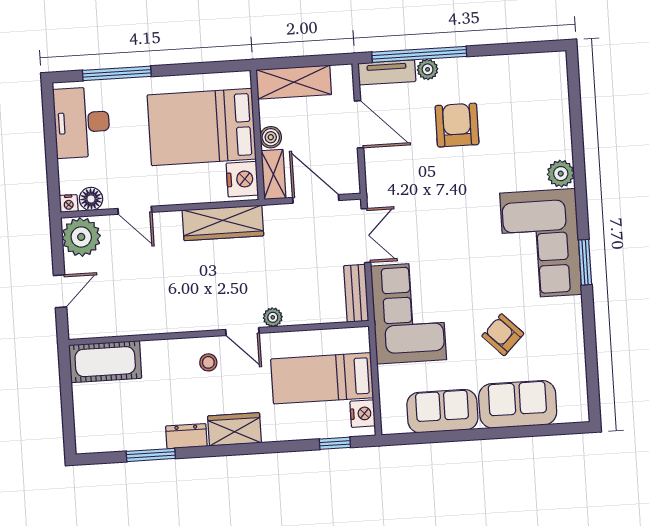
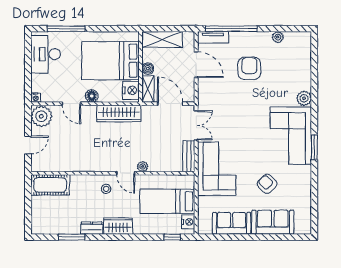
plant: (428, 69) -> (278, 37), moved
floor lamp: (91, 199) -> (92, 96), moved

